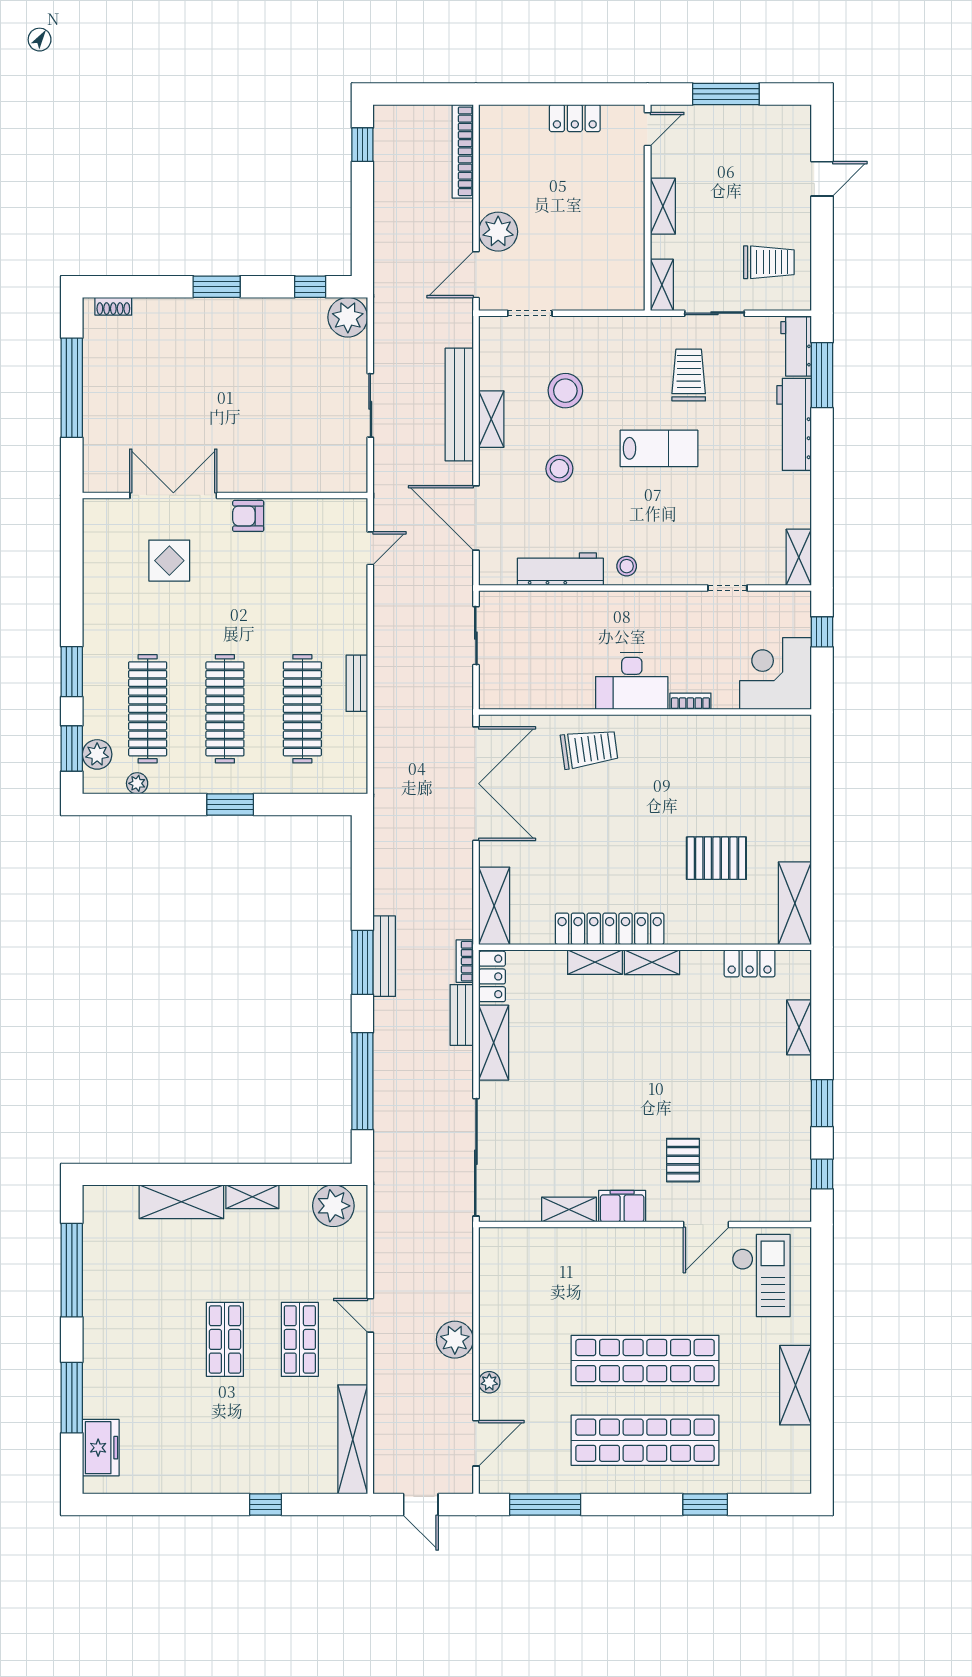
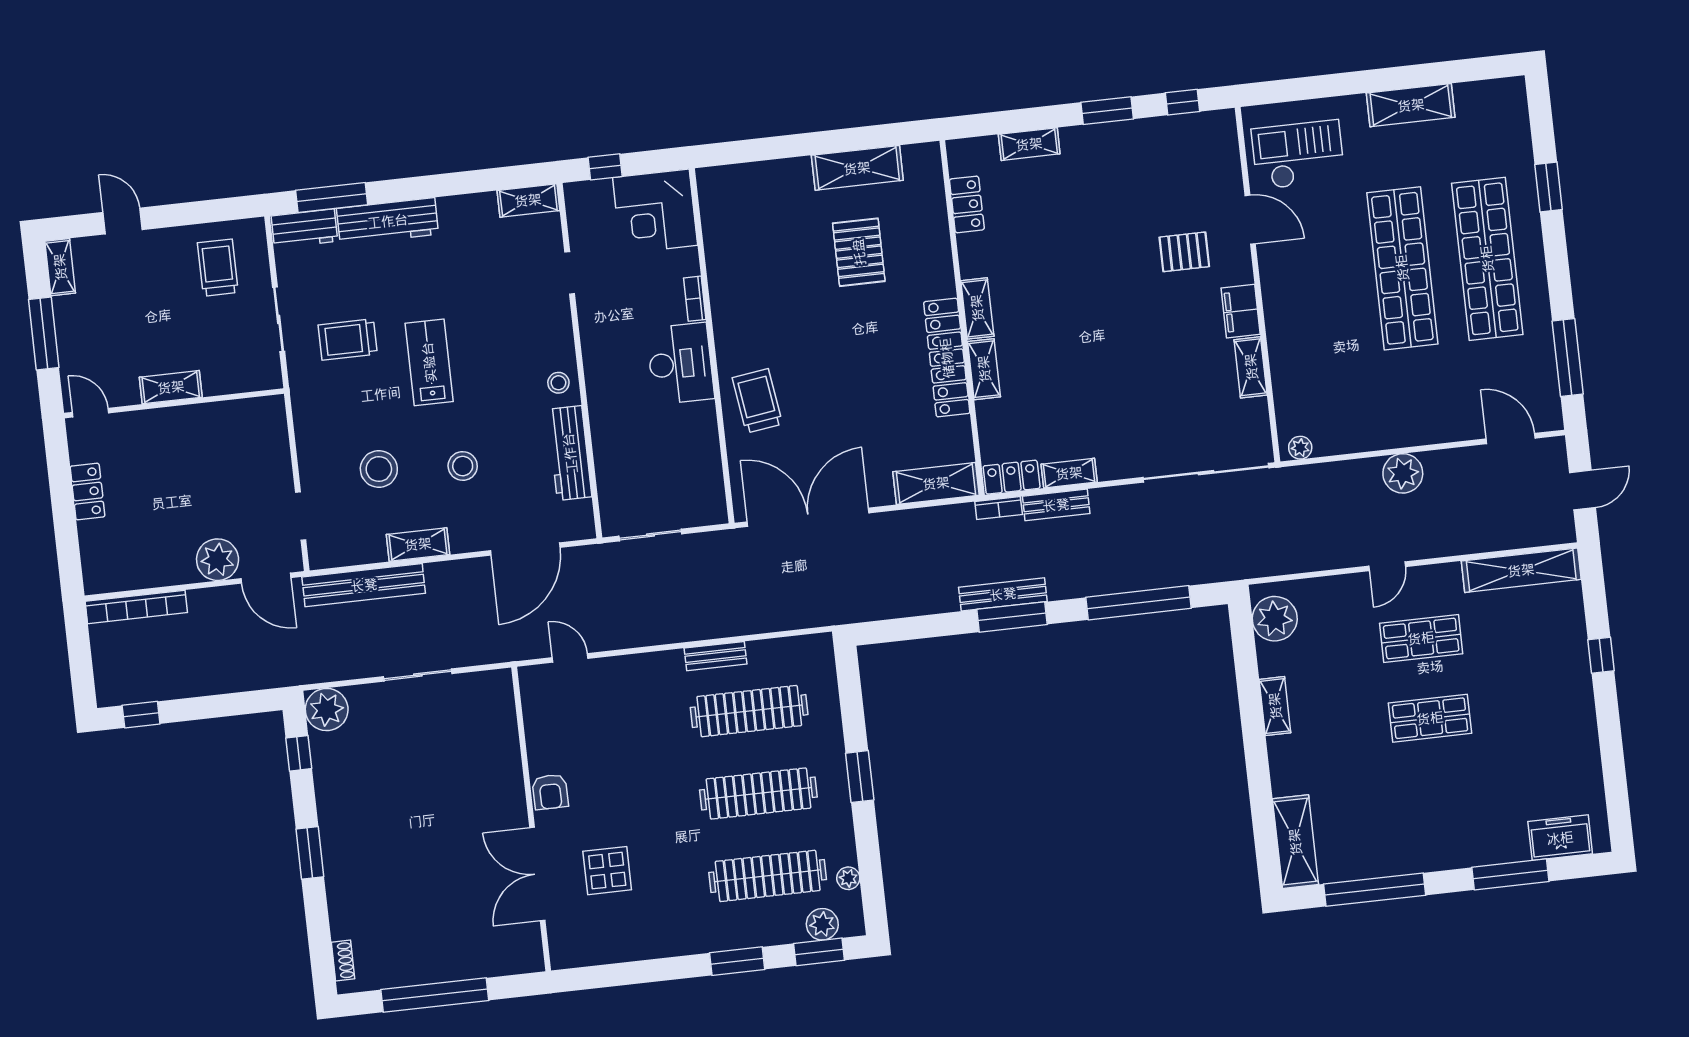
shelving: (662, 285) -> (60, 267), moved, turned 90
bench: (459, 405) -> (364, 585), moved
shelving: (795, 903) -> (857, 168), moved
shelving: (494, 1043) -> (1069, 473), width x0.67, depth x0.75
shelving: (181, 1202) -> (1295, 842), moved
plant: (489, 1382) -> (1300, 448), moved

